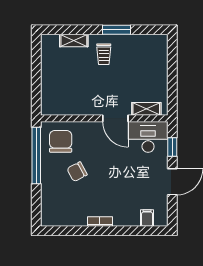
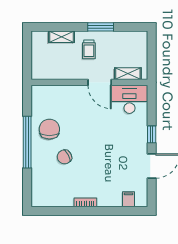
shelving: (146, 109) -> (128, 74), moved
wall: (104, 118) -> (89, 82), moved
door: (115, 118) -> (100, 82), moved
desk: (148, 137) -> (129, 99), moved

